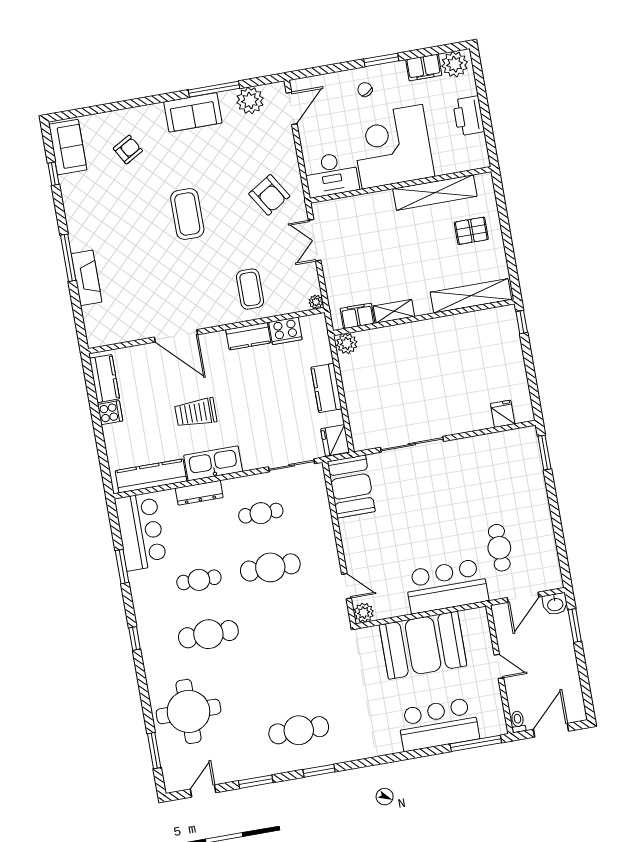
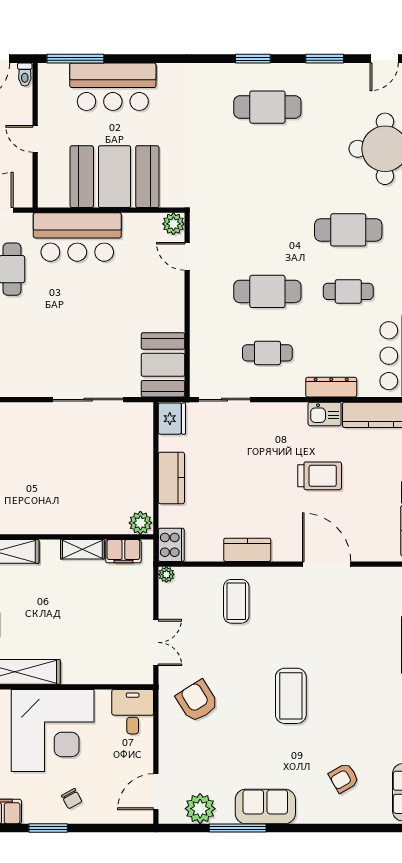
desk: (331, 174) -> (133, 712), width x0.73
cooker: (285, 331) -> (171, 545), moved, turned 90
kitchen sink: (213, 463) -> (325, 414), width x0.53, depth x0.81

